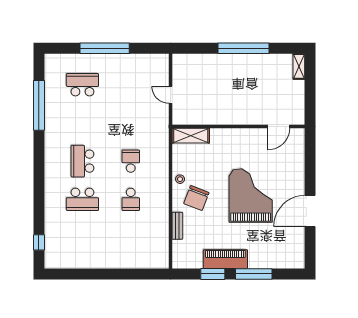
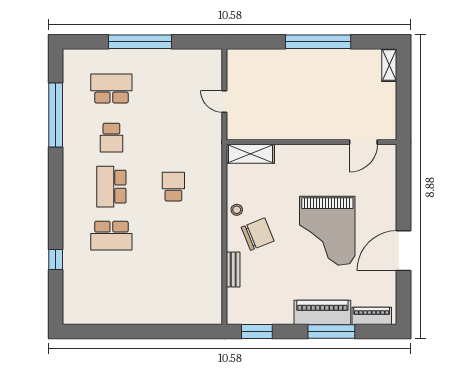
grand piano: (251, 196) -> (327, 231), turned 180
chair: (196, 198) -> (258, 234), turned -133
school desk: (131, 199) -> (111, 138), moved
window: (39, 242) -> (56, 259), moved
piano: (225, 259) -> (322, 312), moved
piano: (285, 262) -> (372, 316), added
window: (213, 274) -> (257, 332), moved

